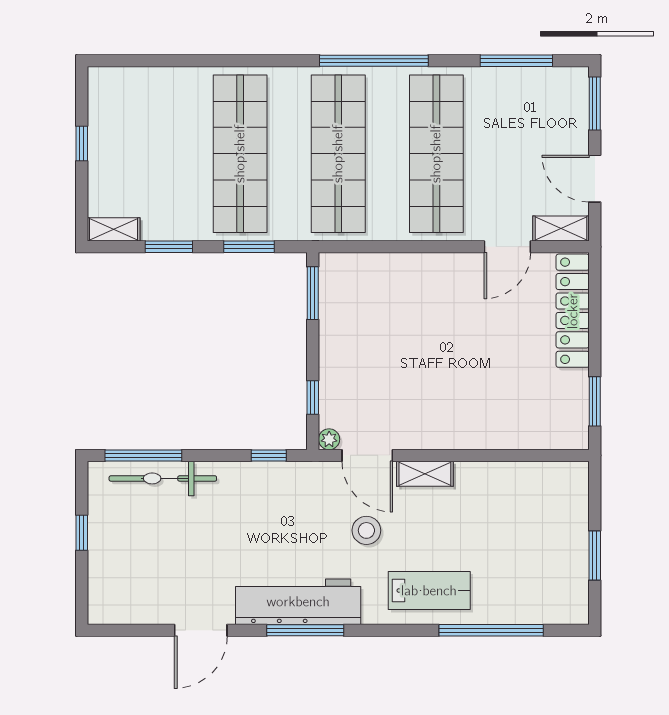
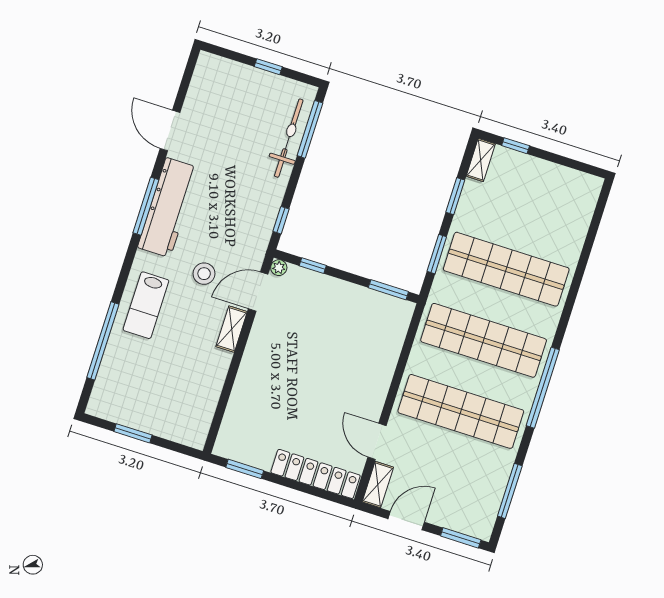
window: (82, 144) -> (516, 146), moved

